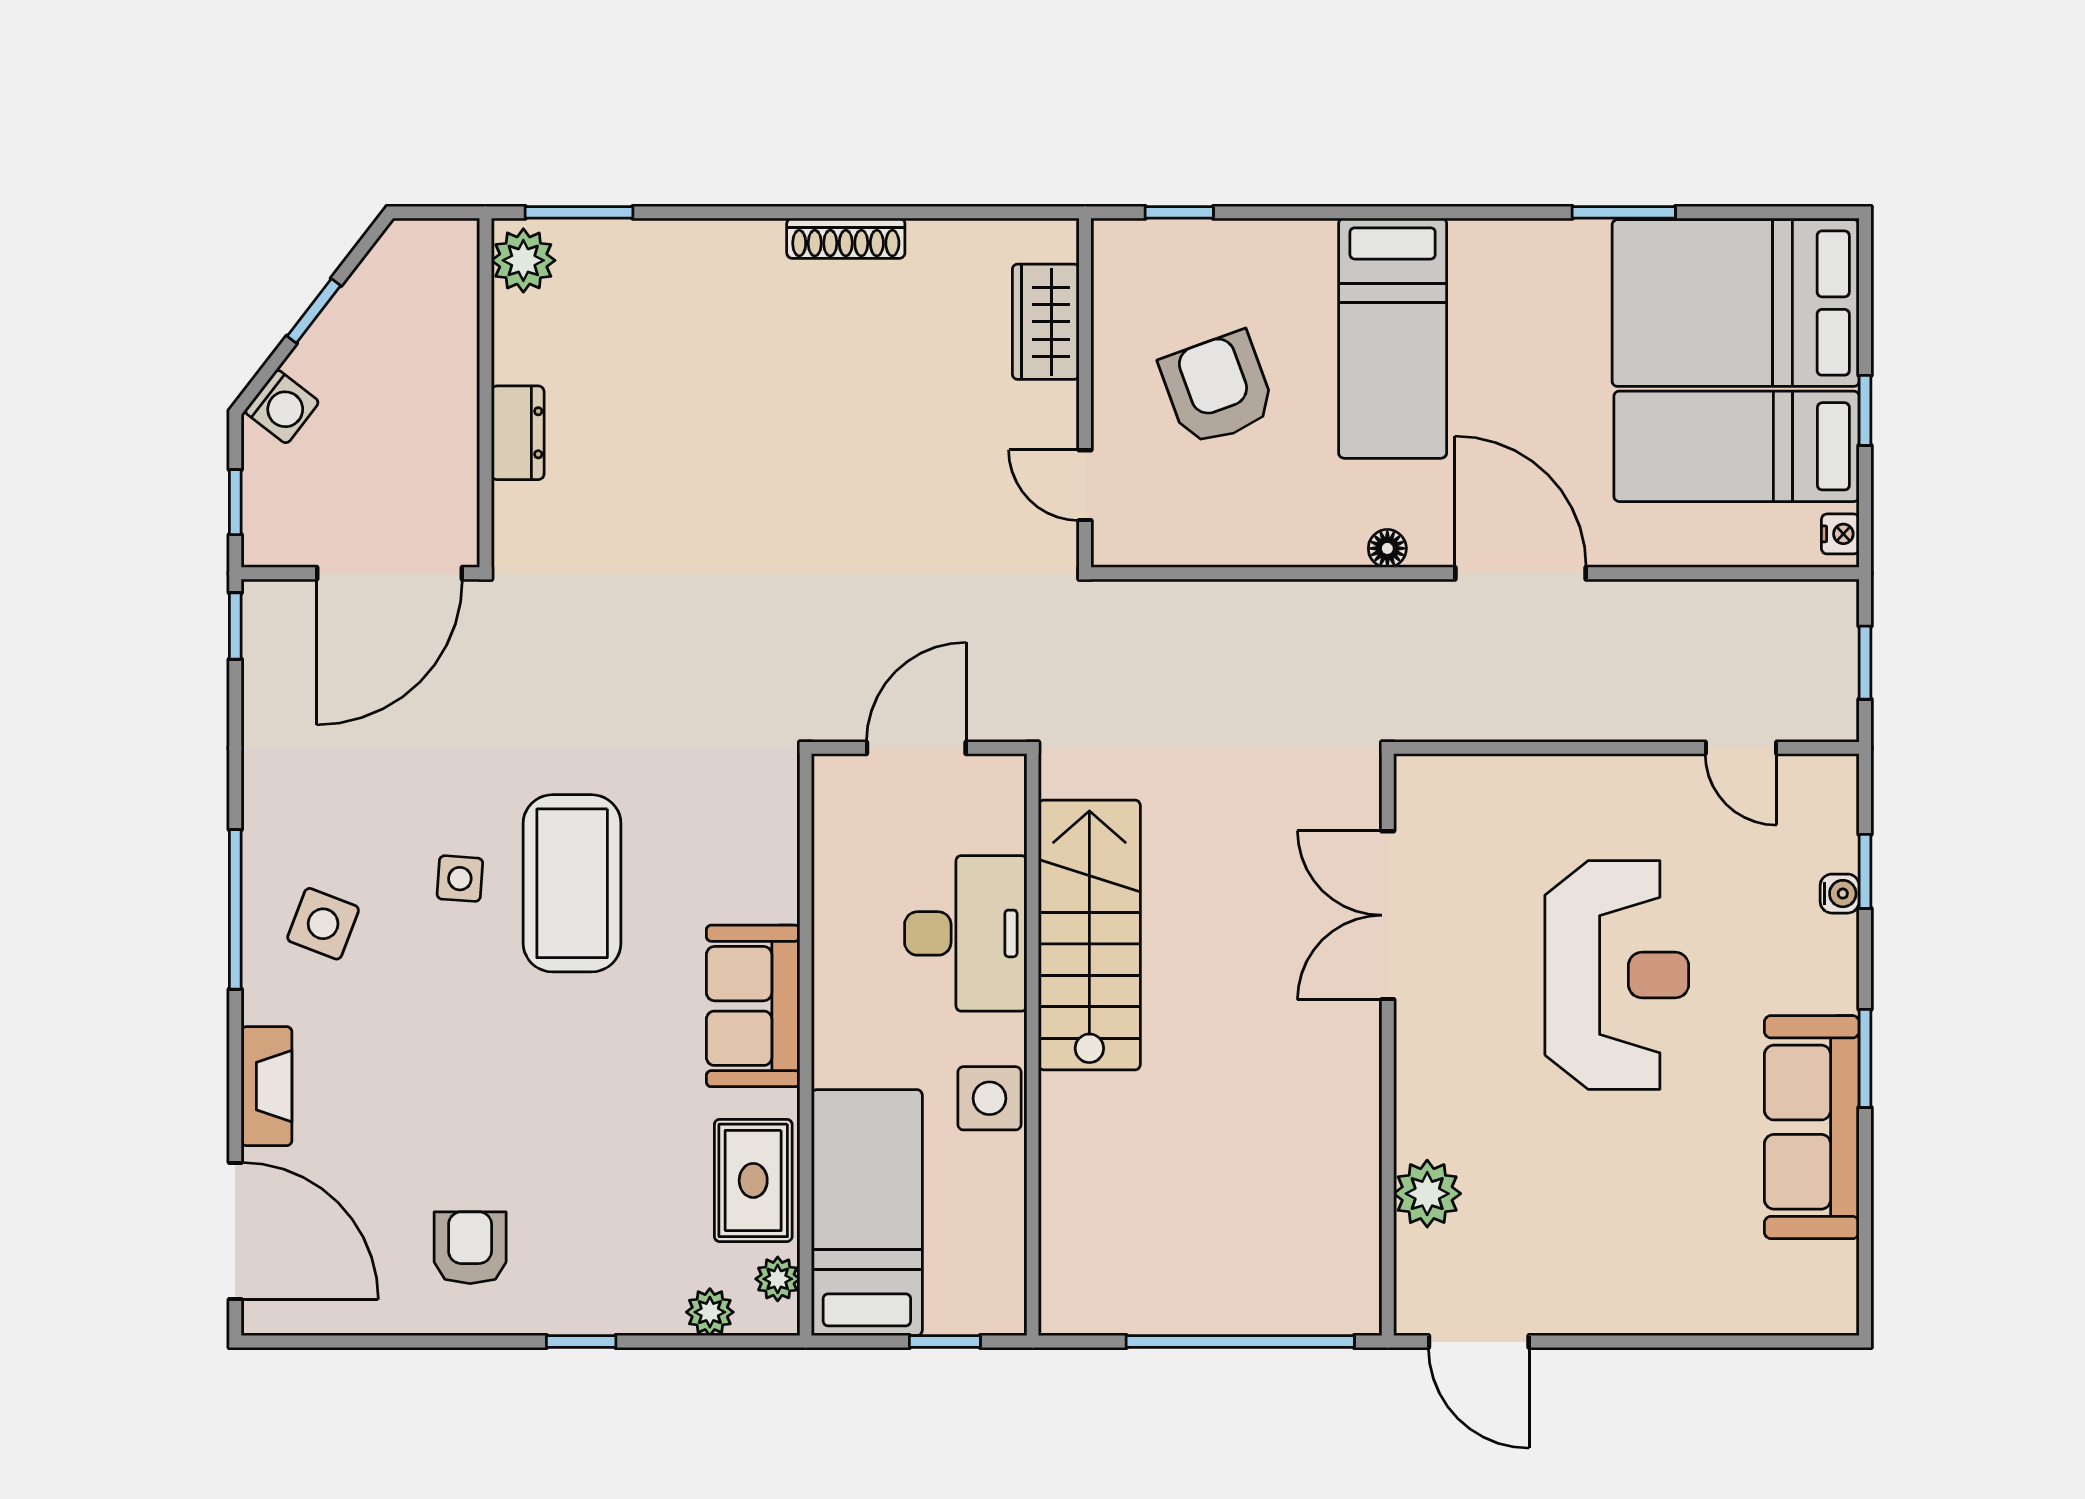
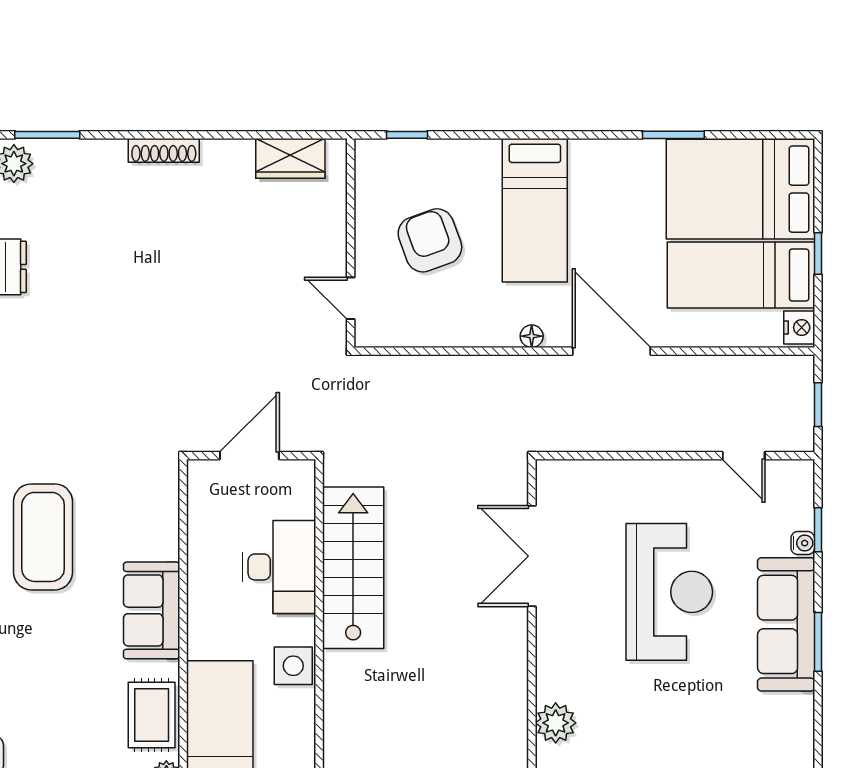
shoe rack: (846, 238) -> (164, 150), moved
wardrobe: (1046, 322) -> (290, 158), moved, turned -90
nightstand: (1840, 534) -> (799, 327), width x1.39, depth x1.35
sofa: (1812, 1127) -> (786, 624), moved

